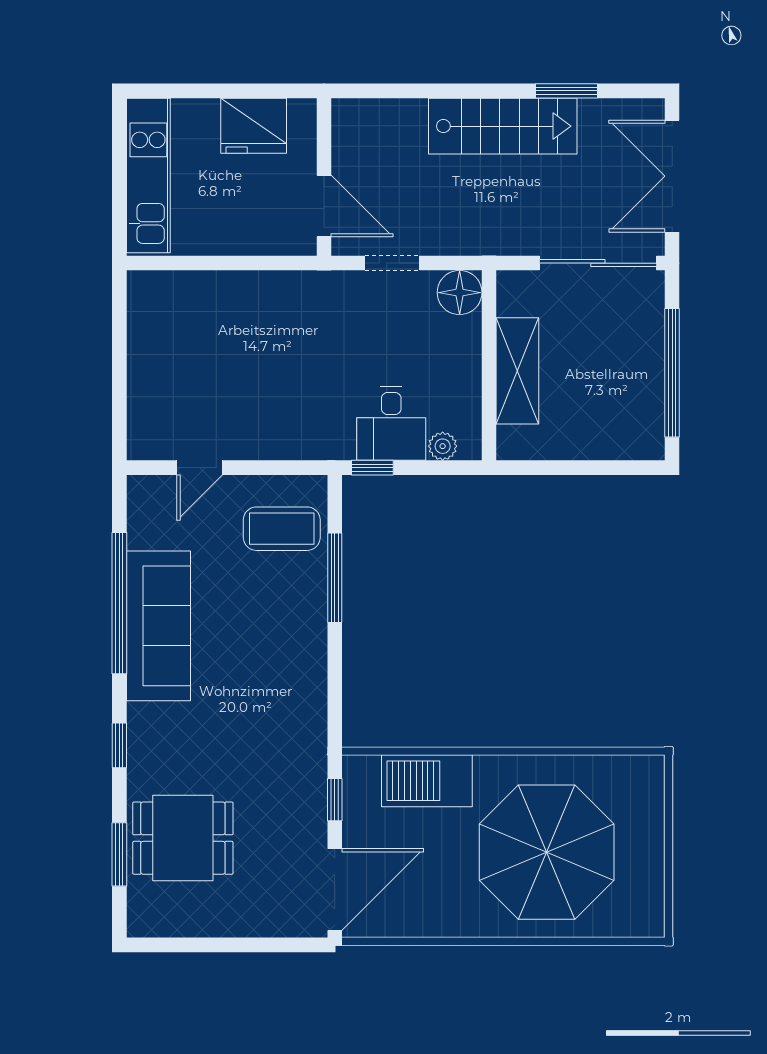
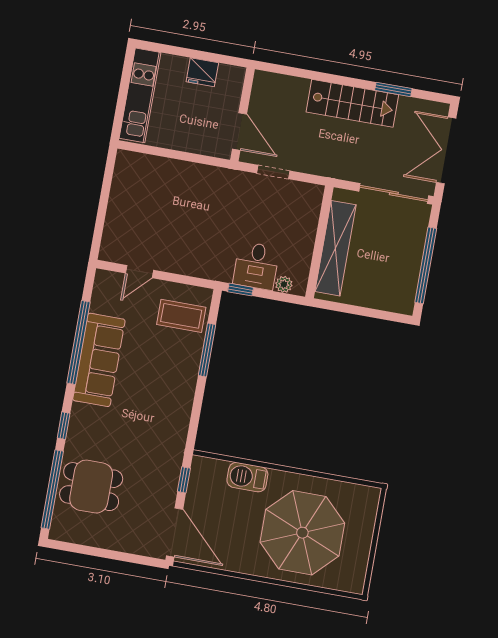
fridge: (254, 126) -> (202, 72), width x0.73, depth x0.75
floor lamp: (460, 293) -> (310, 196), removed
shelving: (517, 371) -> (335, 248), width x1.47
barbecue: (427, 781) -> (247, 477), width x0.73, depth x0.83
window: (119, 854) -> (52, 489), width x2.11
door: (335, 890) -> (175, 532), hinge flipped

